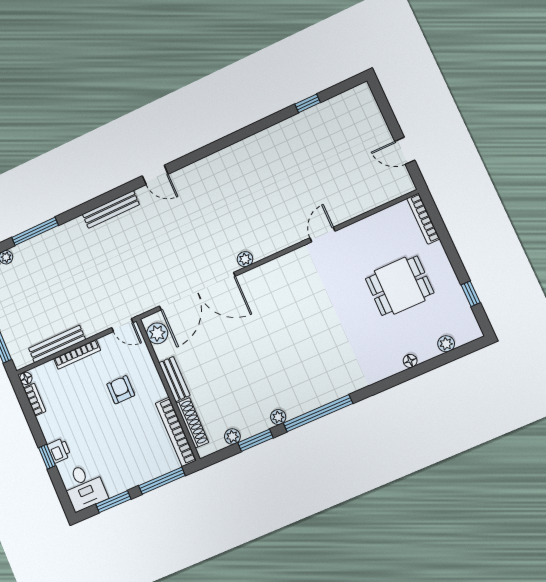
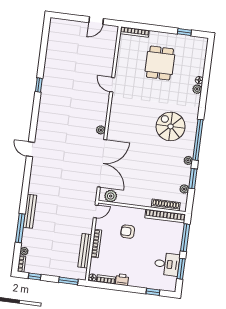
window: (308, 103) -> (39, 85), moved
door: (155, 175) -> (30, 149), swing flipped
bench: (111, 209) -> (30, 211), moved
plant: (446, 344) -> (197, 89), moved
spiral stairs: (313, 360) -> (171, 126), added
bench: (174, 379) -> (139, 201), removed
printer: (59, 450) -> (122, 280), moved
window: (47, 457) -> (153, 292), moved
desk: (84, 487) -> (167, 264), moved

